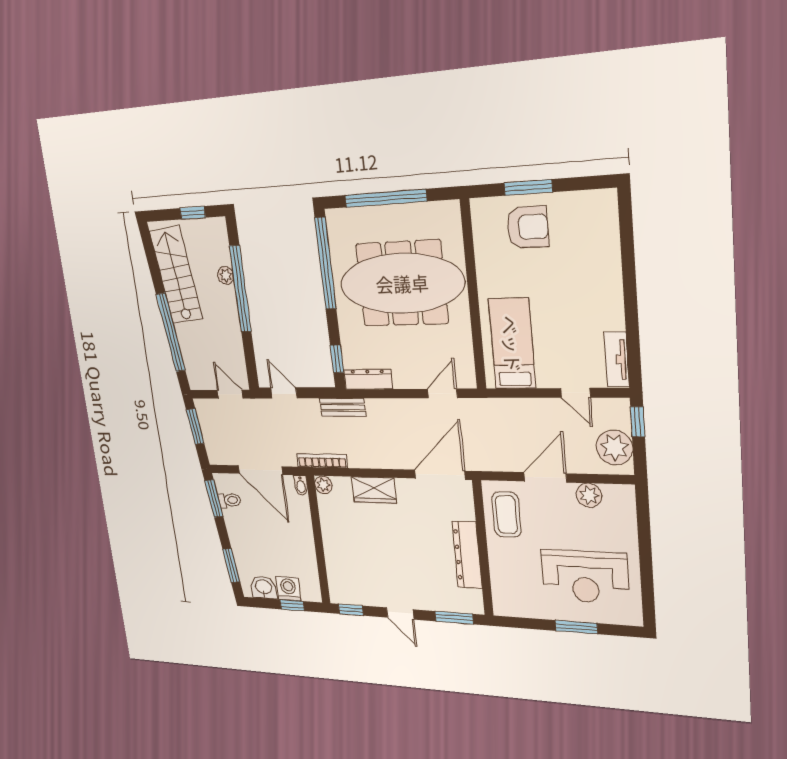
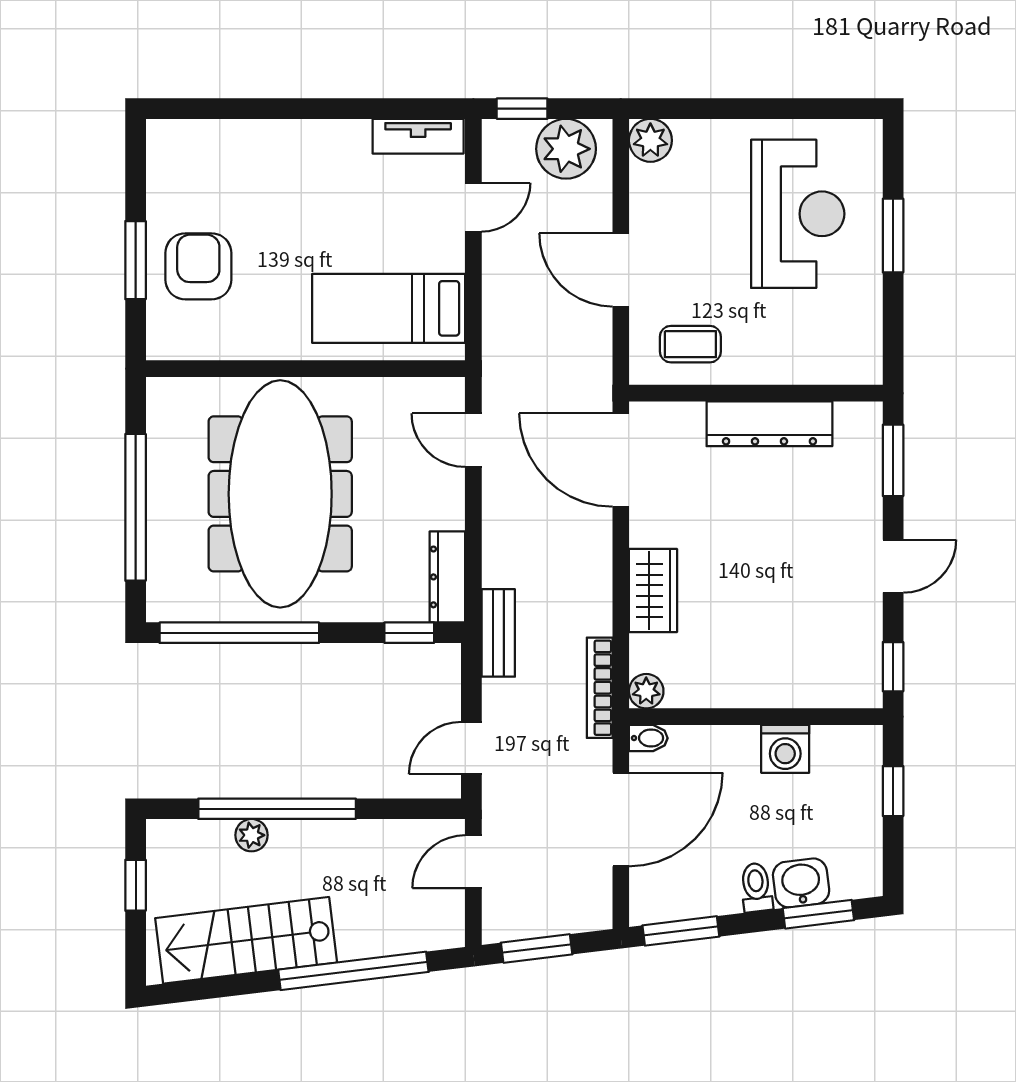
plant: (589, 495) -> (650, 140), moved
toilet: (230, 500) -> (756, 887), moved
coffee table: (506, 515) -> (690, 344), width x0.73, depth x0.77
washbasin: (264, 587) -> (801, 883), moved, turned 83
washing machine: (288, 589) -> (785, 749), moved, turned -90

